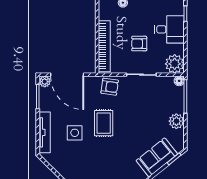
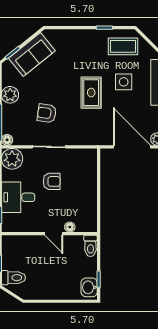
bookcase: (104, 46) -> (91, 179), removed
armchair: (110, 87) -> (47, 113), moved
coffee table: (75, 165) -> (123, 46), added

